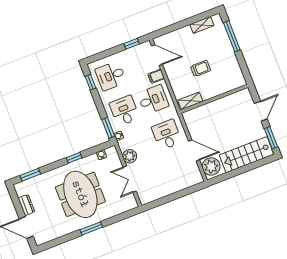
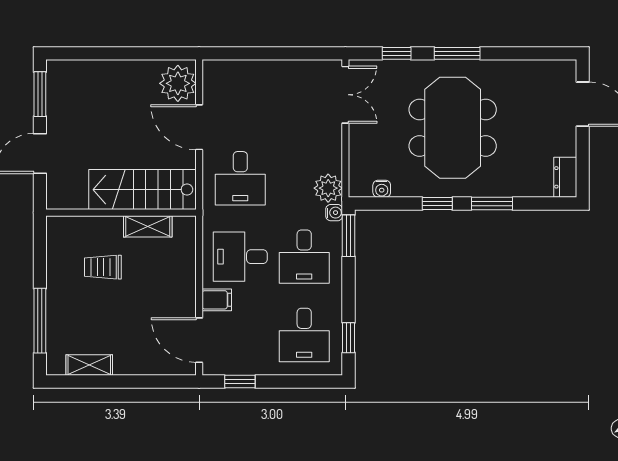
trolley: (201, 68) -> (103, 267), moved
desk: (111, 76) -> (304, 335), turned 90
shelving: (190, 101) -> (148, 226), moved
stairs: (247, 155) -> (142, 190), moved, turned 180
plant: (130, 156) -> (328, 188), moved
window: (30, 175) -> (492, 204), moved
double door: (130, 179) -> (345, 95), moved
dresser: (26, 205) -> (565, 177), moved
window: (118, 218) -> (397, 53), added

